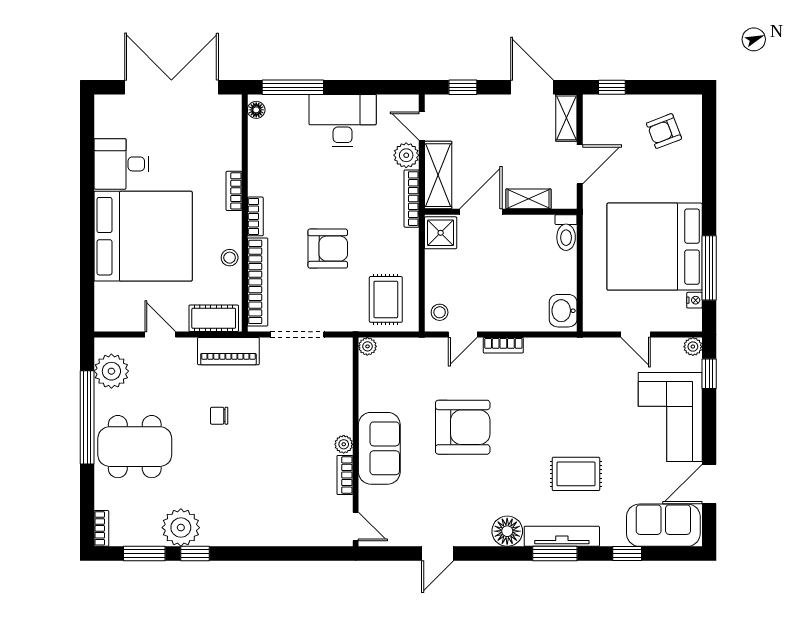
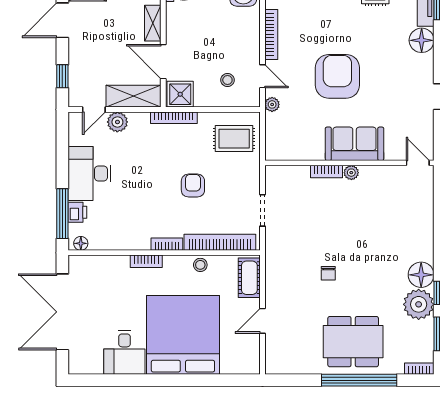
printer: (295, 106) -> (77, 212), added
bookcase: (412, 199) -> (174, 118), moved
armchair: (328, 249) -> (193, 186), width x0.72, depth x0.72
stool: (440, 312) -> (227, 80), moved
doorway: (297, 335) -> (262, 210), width x0.73
bookcase: (503, 345) -> (271, 34), width x1.56
plant: (367, 346) -> (272, 104), moved
piano: (228, 351) -> (276, 266), removed
plant: (111, 371) -> (292, 360), removed
window: (87, 417) -> (359, 380), moved
dining table: (135, 447) -> (353, 342), turned 90
bookcase: (345, 475) -> (326, 172), moved
door: (356, 526) -> (418, 163), hinge flipped
floor lamp: (217, 531) -> (421, 275), added

